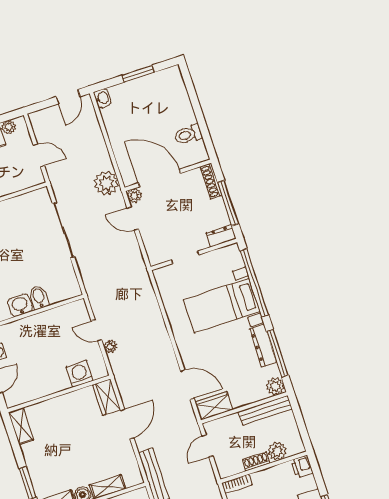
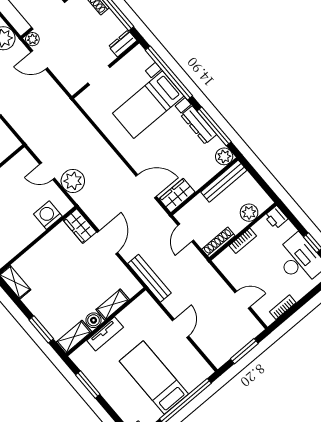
plant: (110, 347) -> (73, 181), width x1.88, depth x1.88
shoe rack: (256, 461) -> (218, 242), moved, width x1.43
bookcase: (237, 484) -> (243, 241), moved

